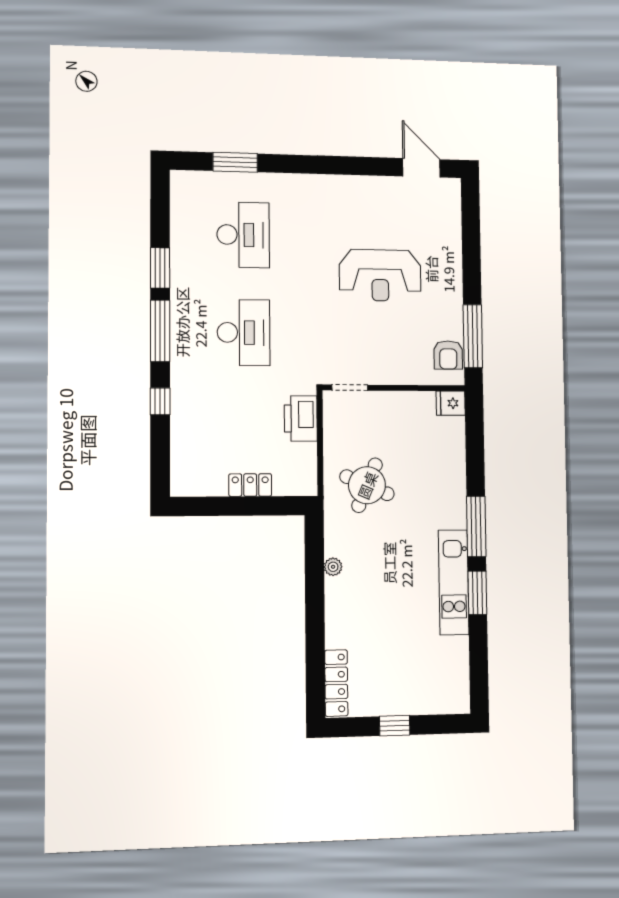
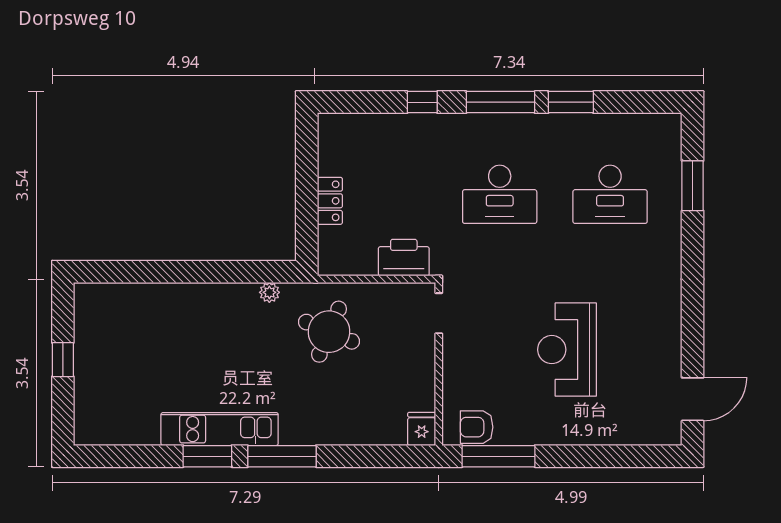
plant: (333, 567) -> (269, 292), moved
locker: (336, 683) -> (111, 295), removed

